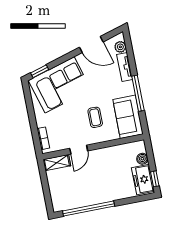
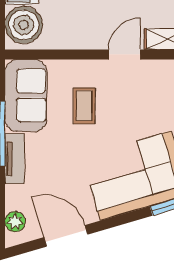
tv unit: (125, 67) -> (15, 159), moved
boiler: (142, 159) -> (24, 25), width x1.86, depth x1.86

